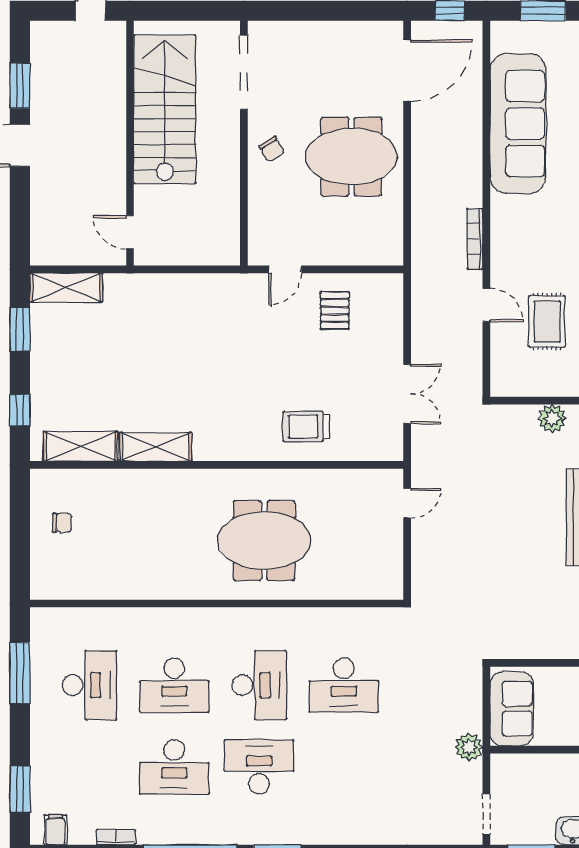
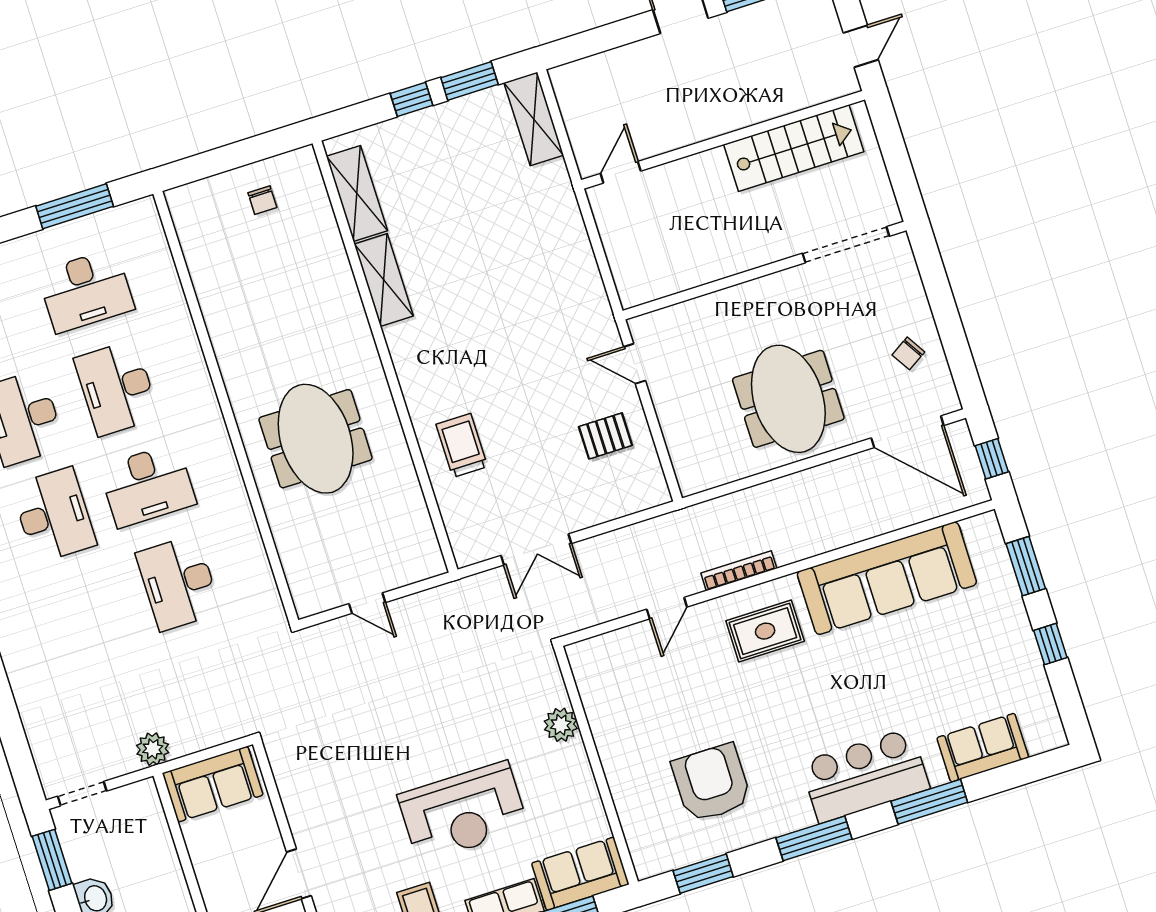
stairs: (165, 109) -> (794, 148), width x0.73, depth x0.66
chair: (272, 149) -> (908, 353), moved
rug: (547, 321) -> (765, 631), moved
window: (20, 410) -> (412, 99), moved
door: (407, 503) -> (367, 603), moved

